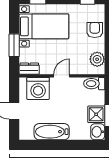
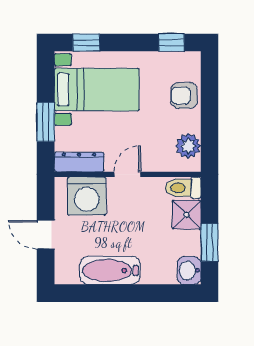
armchair: (95, 30) -> (184, 96), turned -90
dresser: (29, 69) -> (79, 162), width x1.44
shower: (96, 114) -> (187, 215), moved

